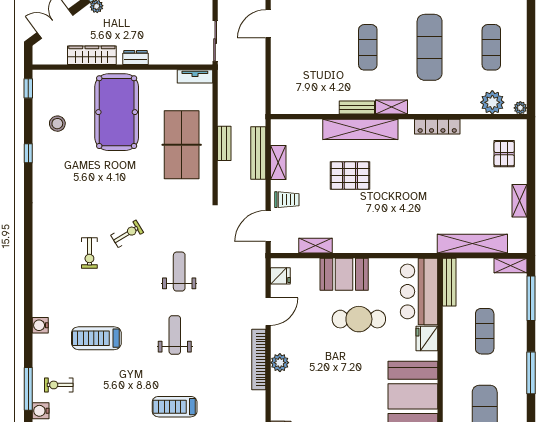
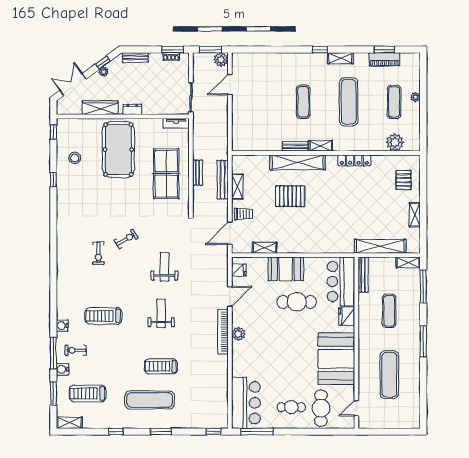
plant: (520, 108) -> (415, 97), moved
water cooler: (40, 325) -> (62, 326), moved

